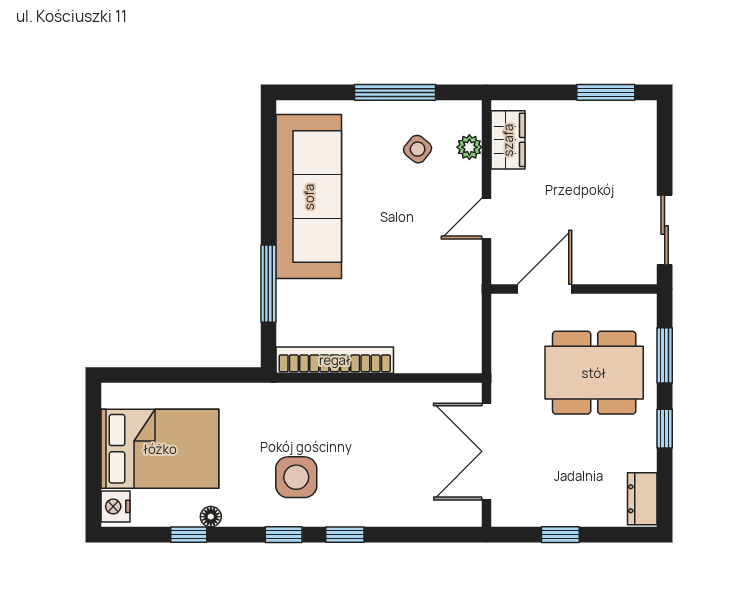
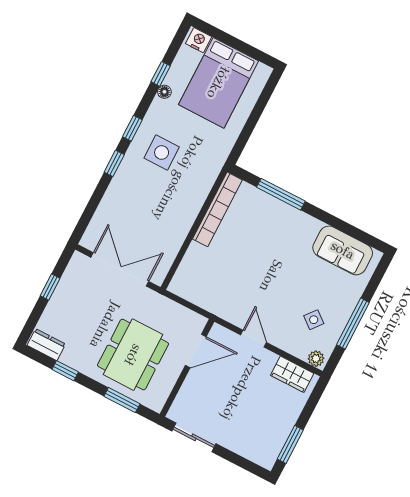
plant: (469, 147) -> (316, 359), moved
sofa: (309, 197) -> (343, 250), width x0.54, depth x0.79
door: (545, 289) -> (196, 351), hinge flipped
window: (665, 429) -> (65, 371), moved

